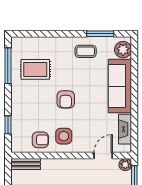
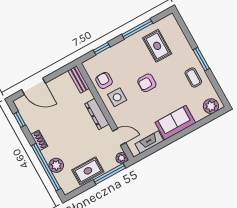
window: (100, 34) -> (201, 59), moved
window: (8, 66) -> (137, 29), moved
sofa: (120, 86) -> (175, 123), width x0.73
armchair: (40, 140) -> (104, 80), turned 180
dresser: (69, 165) -> (97, 114), added

